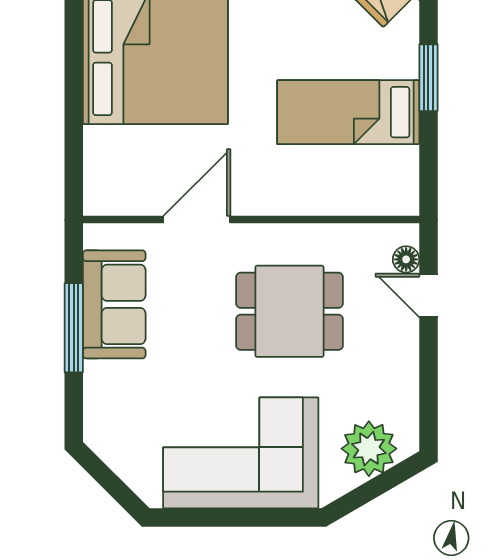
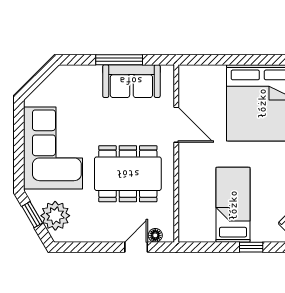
window: (428, 78) -> (251, 247), width x0.67
dining table: (289, 311) -> (128, 174), width x1.37
window: (367, 492) -> (32, 215), added

